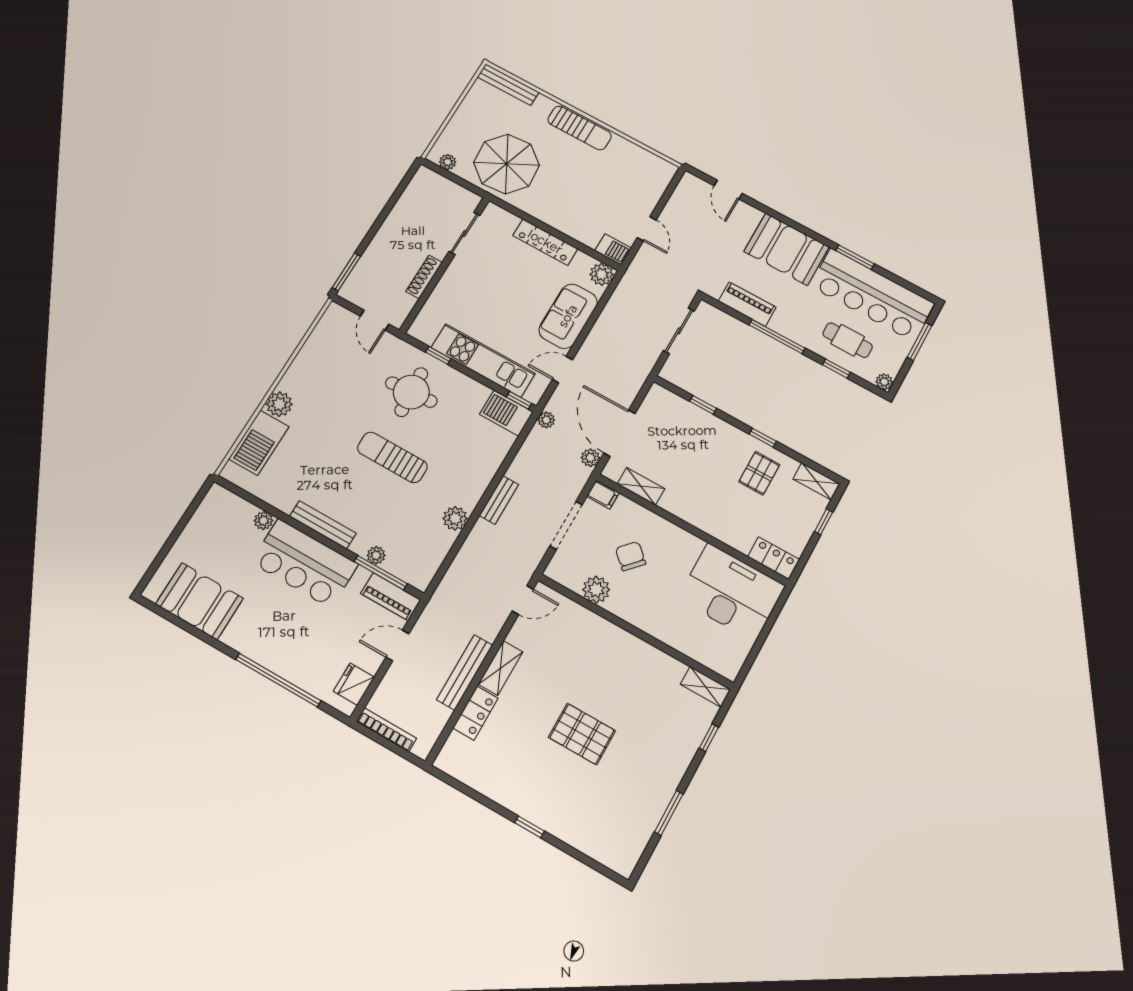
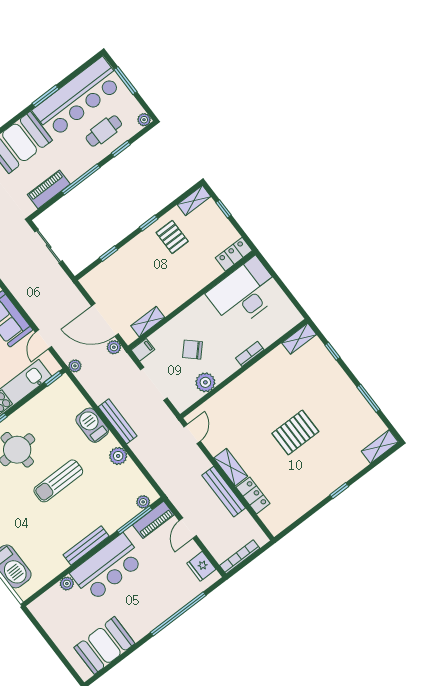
barbecue: (506, 413) -> (92, 425), moved, turned 90
bench: (499, 500) -> (118, 421), width x1.36
plant: (376, 555) -> (143, 502), moved
bookcase: (657, 631) -> (250, 354), added
shelving: (612, 857) -> (380, 447), added

